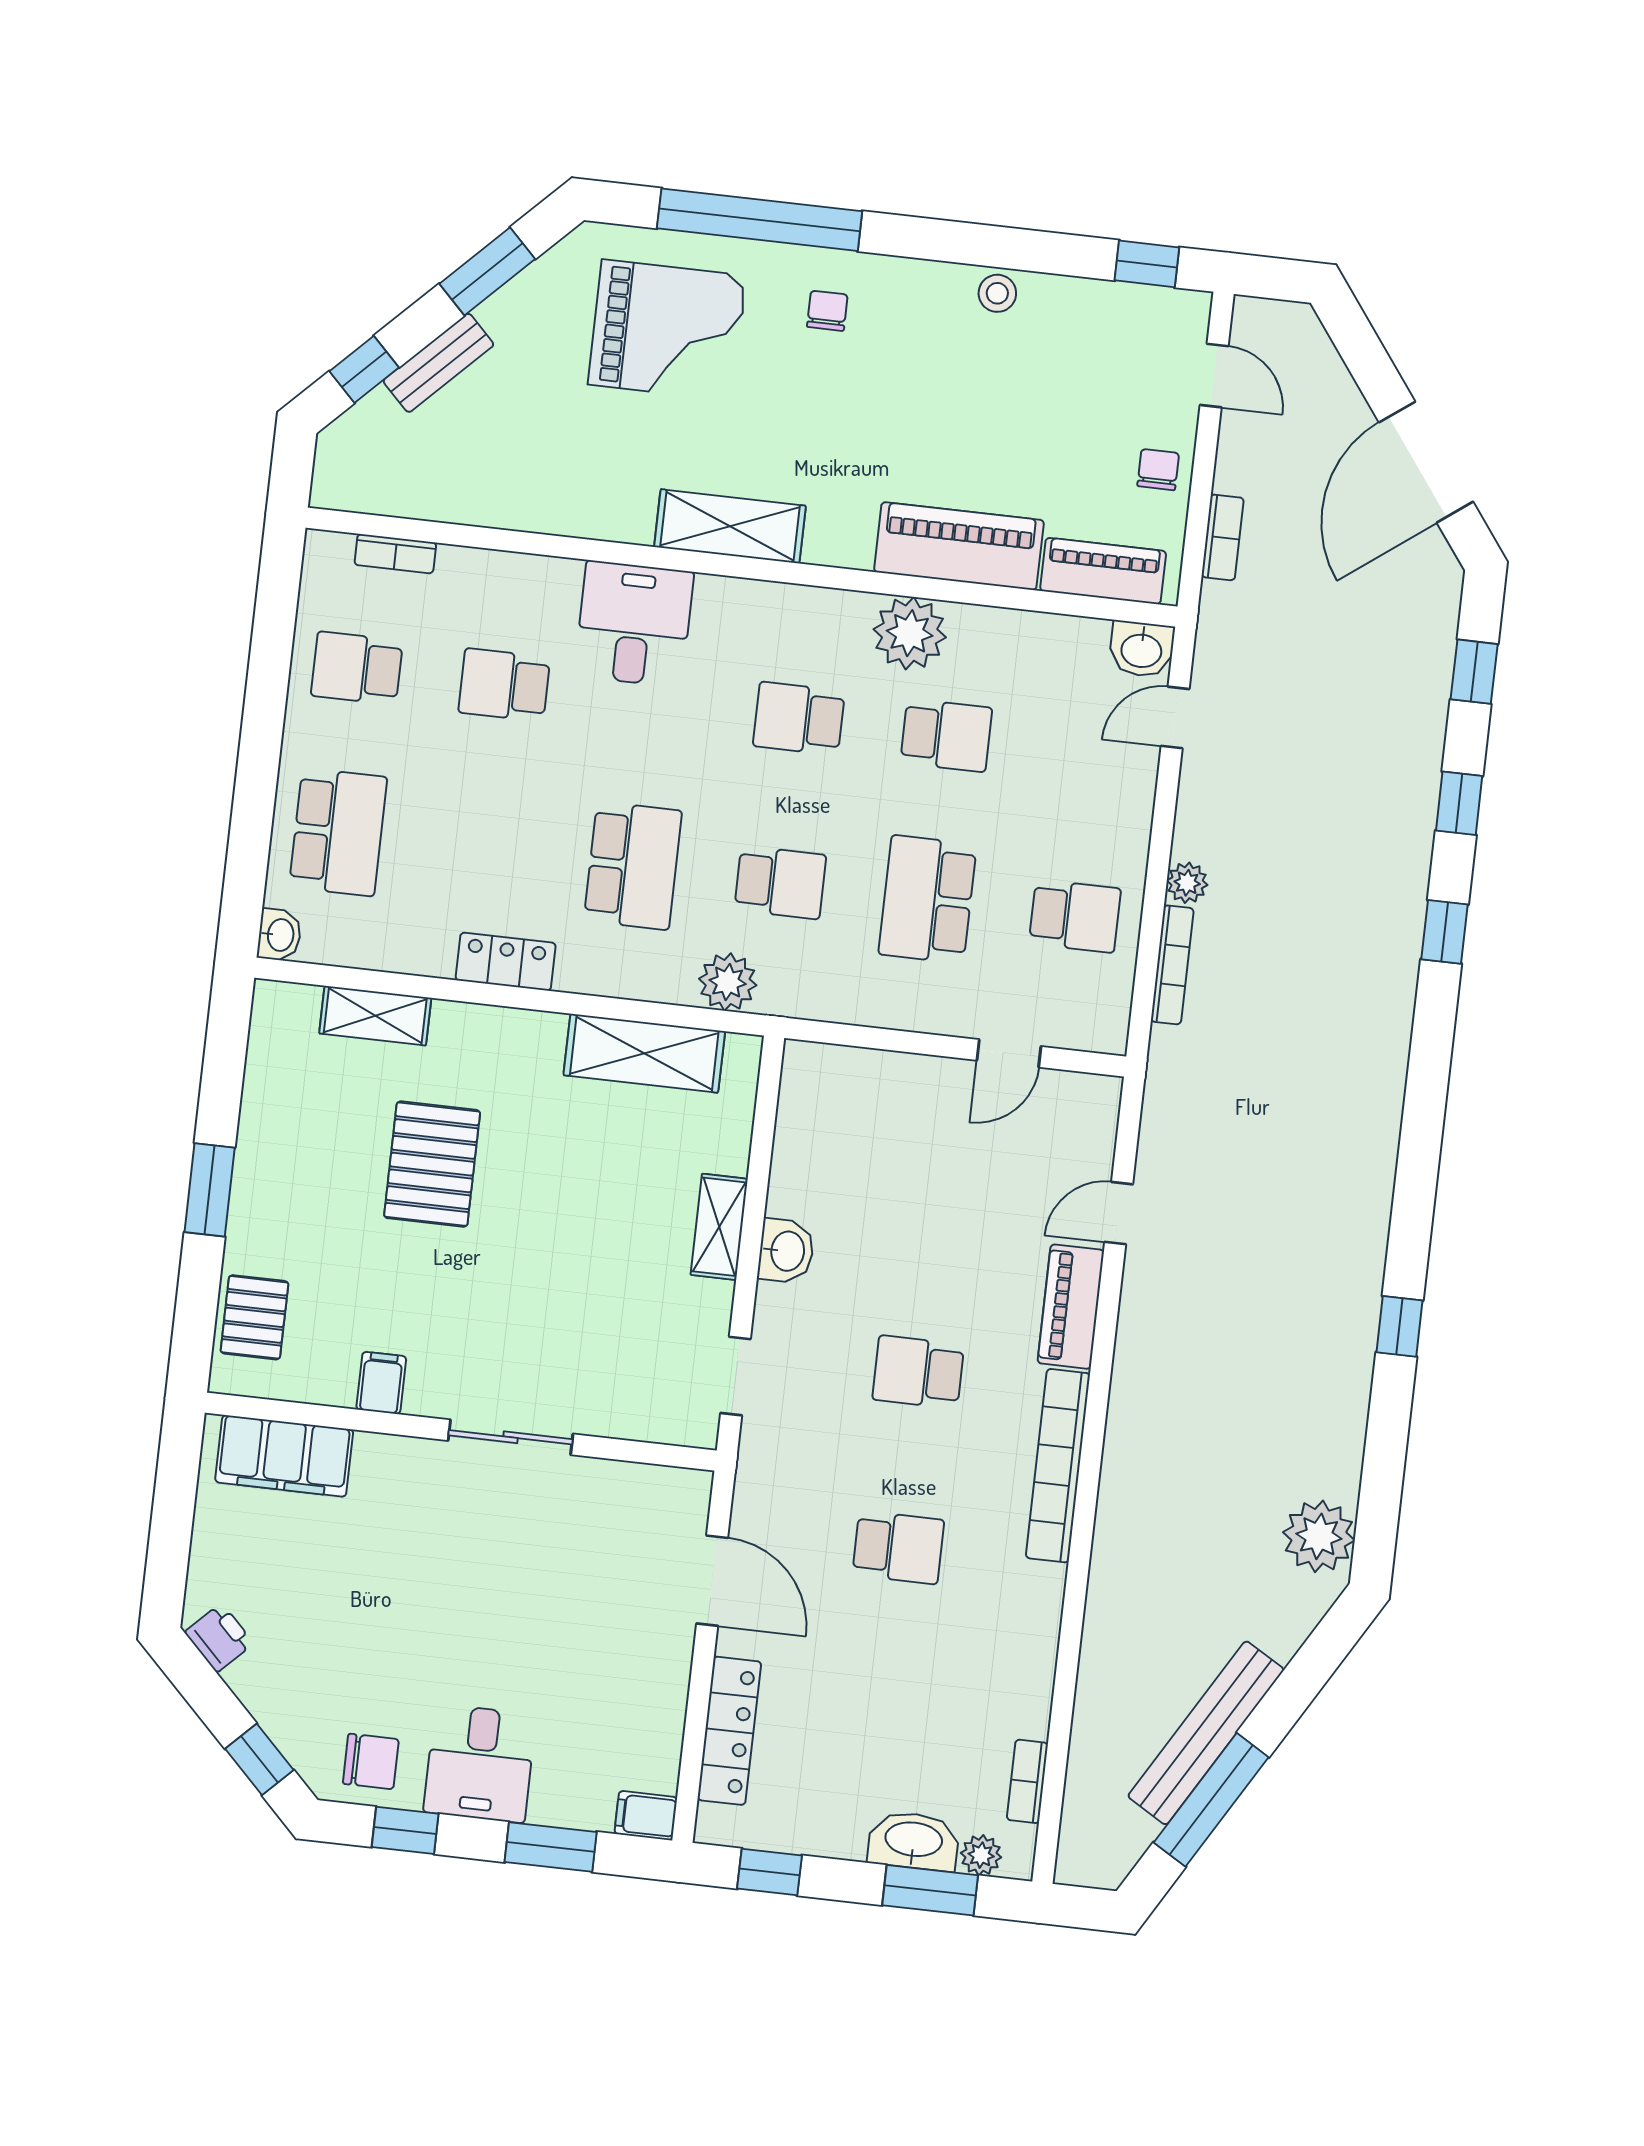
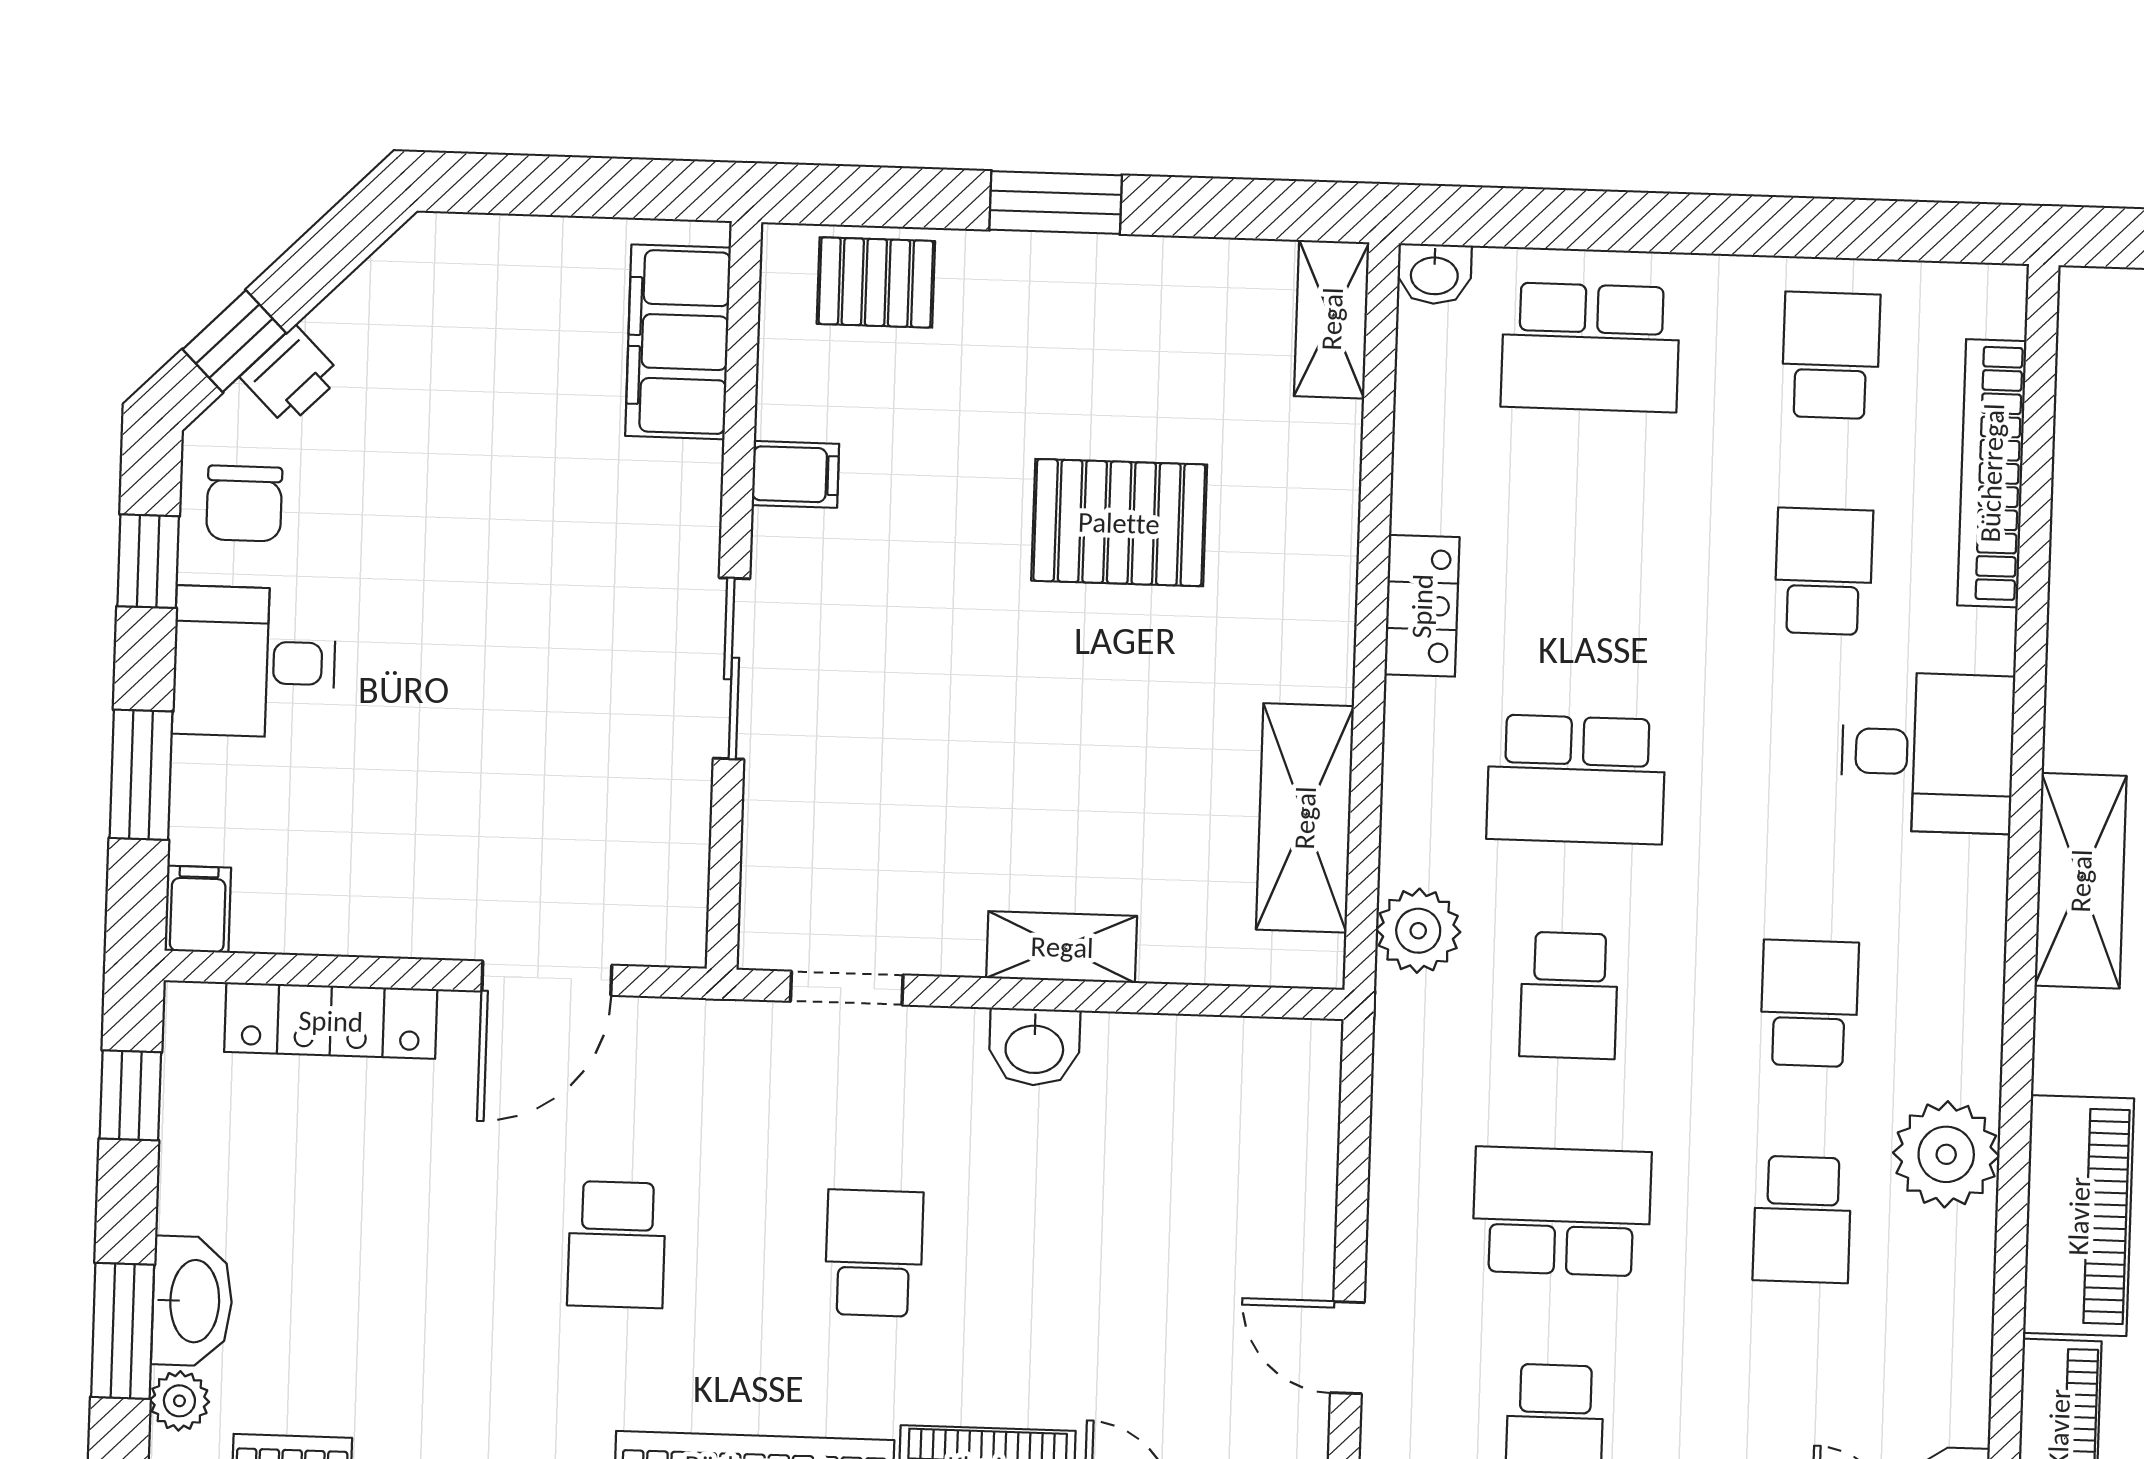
bookcase: (395, 554) -> (1992, 473), width x2.31, depth x1.31
shelving: (375, 1016) -> (1332, 319), moved
printer: (219, 1638) -> (291, 376), moved

